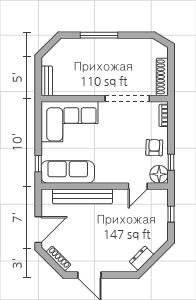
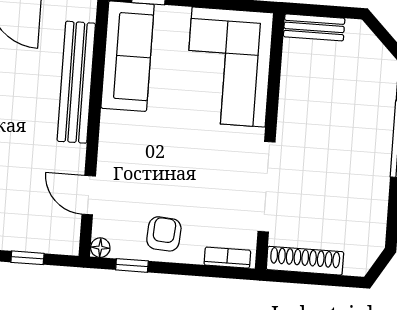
armchair: (154, 148) -> (164, 234), turned -88
floor lamp: (159, 174) -> (100, 248), width x0.53, depth x0.53

